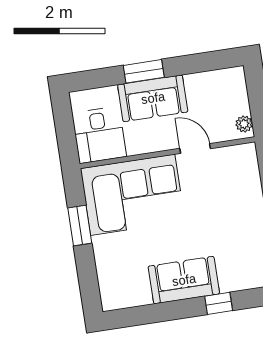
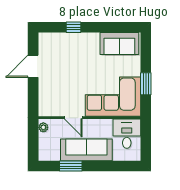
window: (144, 71) -> (71, 166), moved
sofa: (153, 98) -> (86, 150), width x1.36
sofa: (184, 280) -> (119, 44), moved

